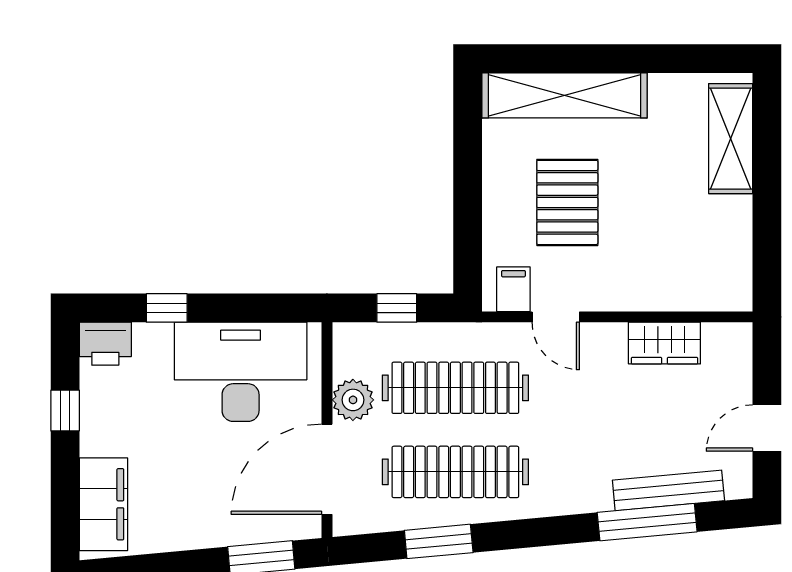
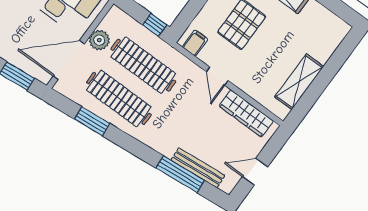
shelving: (731, 139) -> (299, 82), moved
window: (397, 308) -> (155, 25), moved
door: (556, 317) -> (217, 76), moved
wardrobe: (664, 343) -> (246, 114), width x1.50

